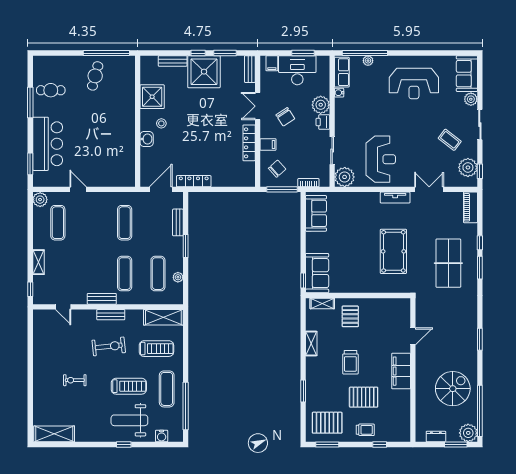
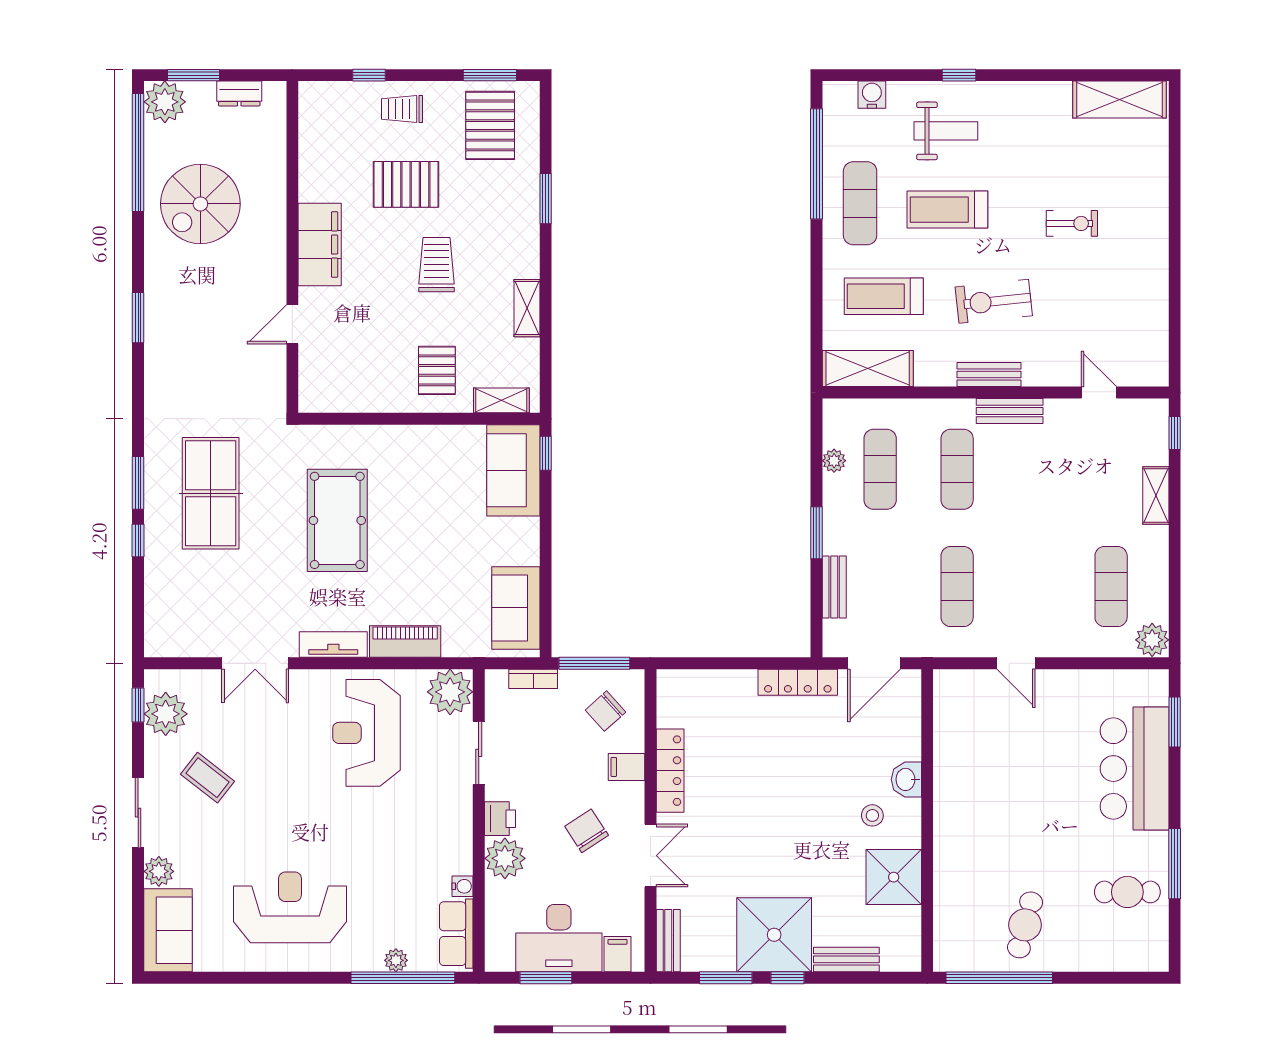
door: (78, 189) -> (1016, 663), moved
piano: (470, 207) -> (405, 642), moved, turned -90
weight bench: (129, 420) -> (946, 131), width x0.73, depth x0.75
pallet: (327, 423) -> (490, 125), turned 90

